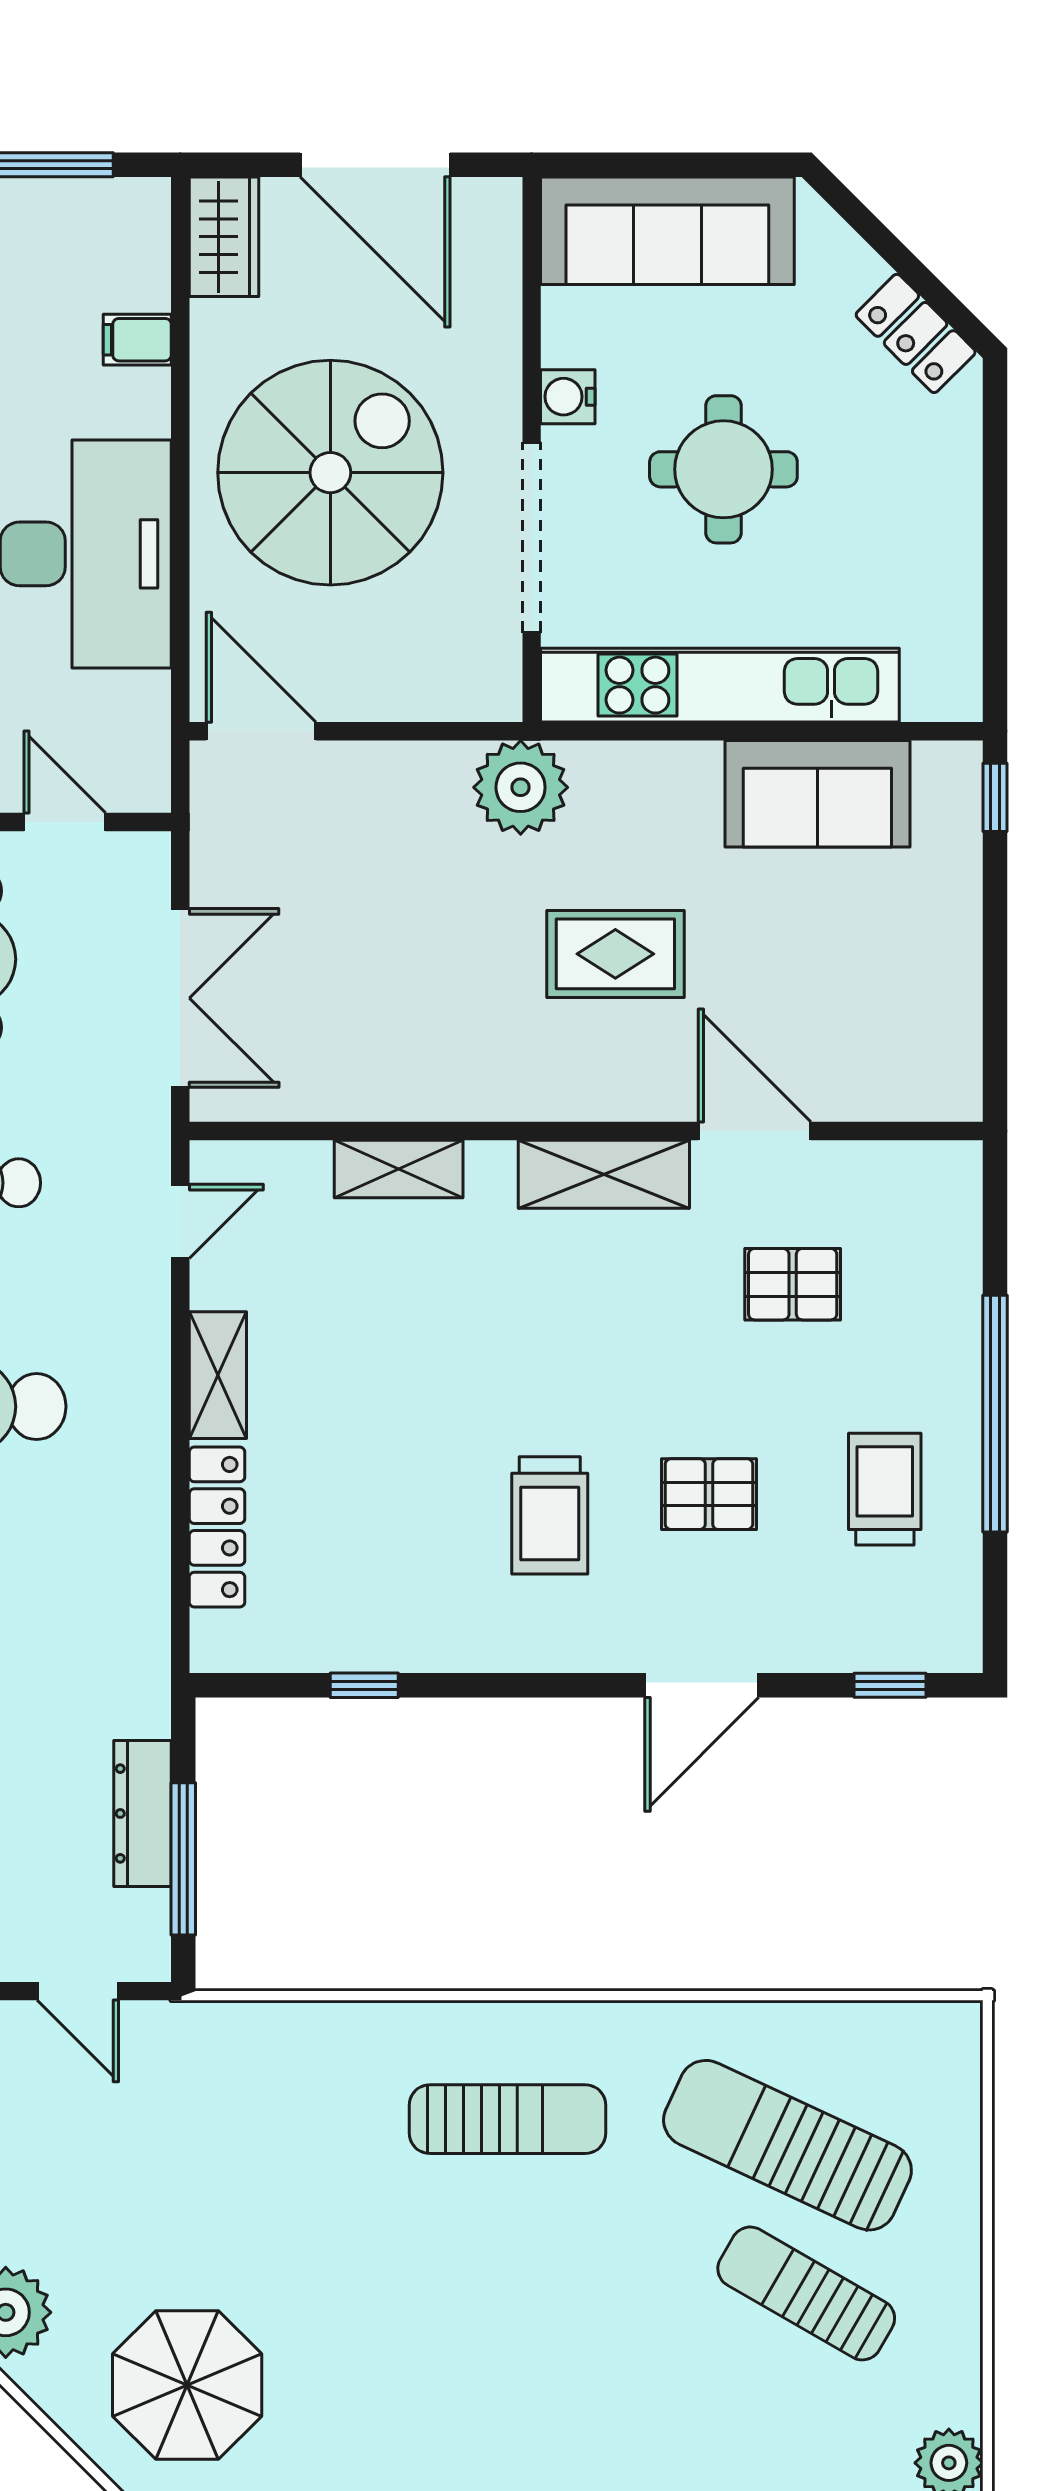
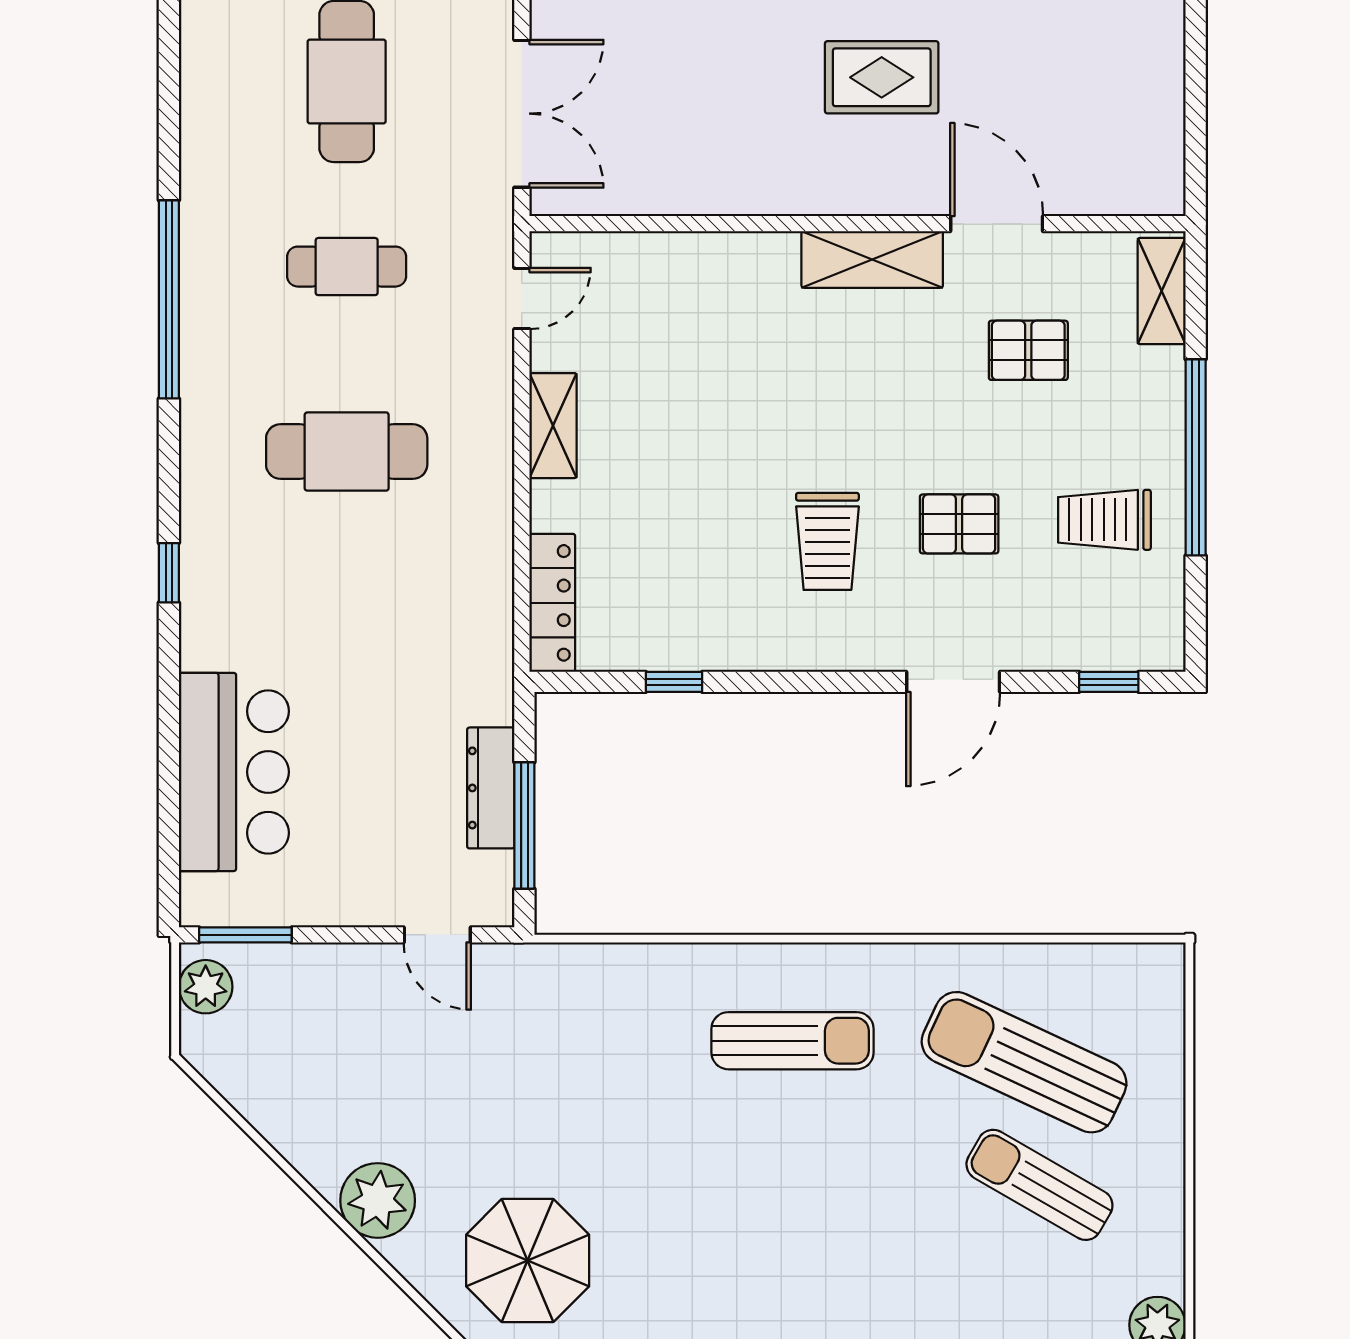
shelving: (399, 1169) -> (1162, 291), moved, turned 90
trolley: (885, 1489) -> (1104, 520), turned -90
locker: (217, 1527) -> (552, 603), moved

